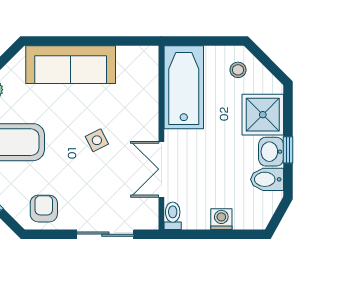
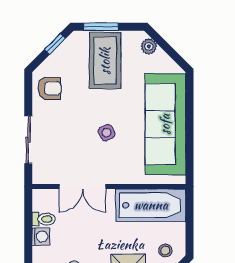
sofa: (71, 65) -> (165, 124), width x1.36, depth x1.27
double door: (161, 169) -> (82, 186), swing flipped
toilet: (173, 216) -> (44, 219), moved

